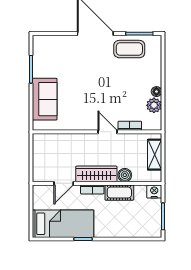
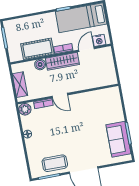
sofa: (45, 99) -> (118, 139), moved
plant: (154, 105) -> (25, 109), moved
nightstand: (154, 191) -> (99, 40), moved
cot: (119, 193) -> (37, 49), width x1.37, depth x1.34

